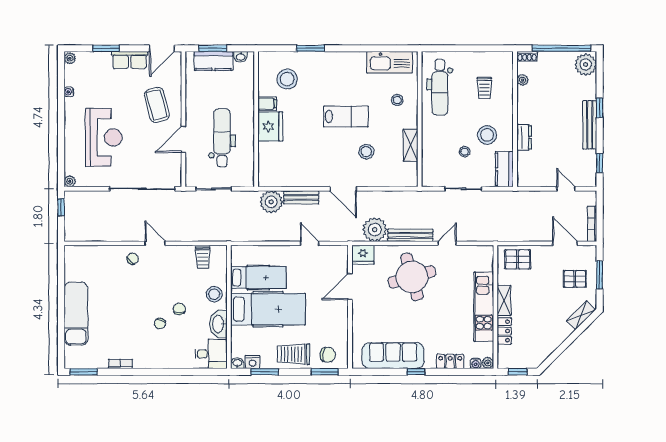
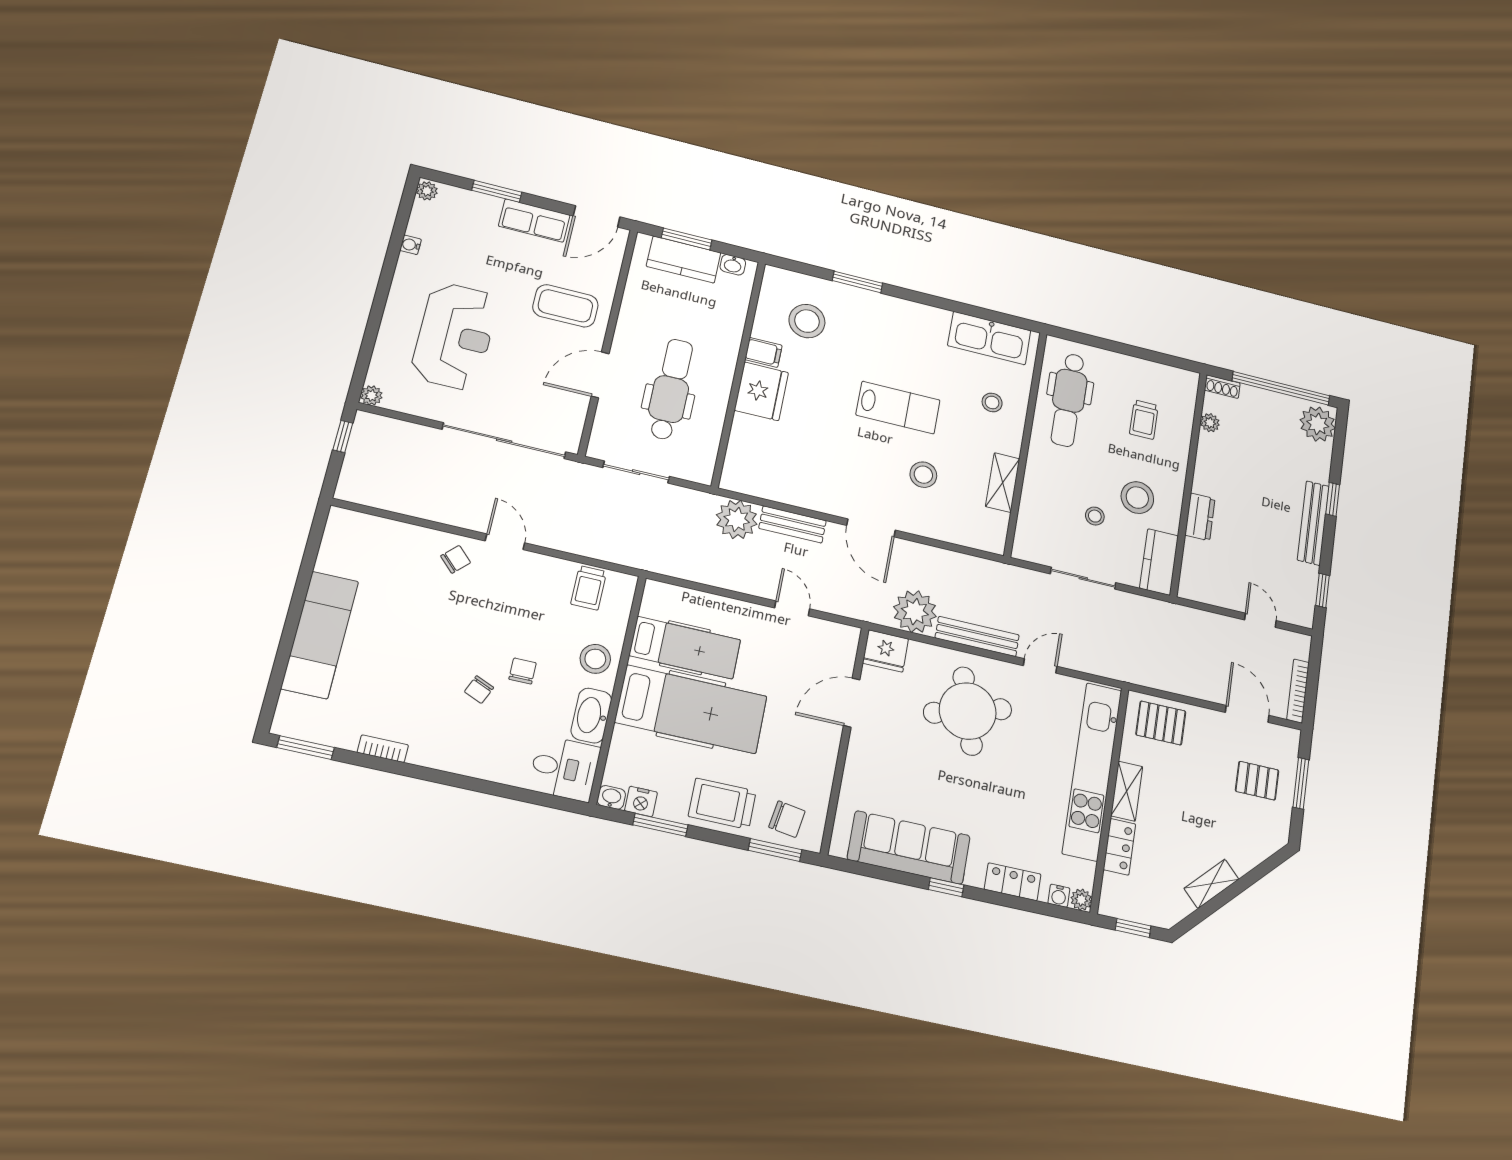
coffee table: (157, 105) -> (565, 306), turned -76
kitchen unit: (484, 307) -> (1092, 771), width x1.36
shelving: (581, 315) -> (1211, 884), moved

